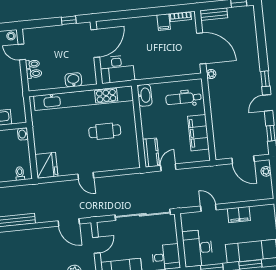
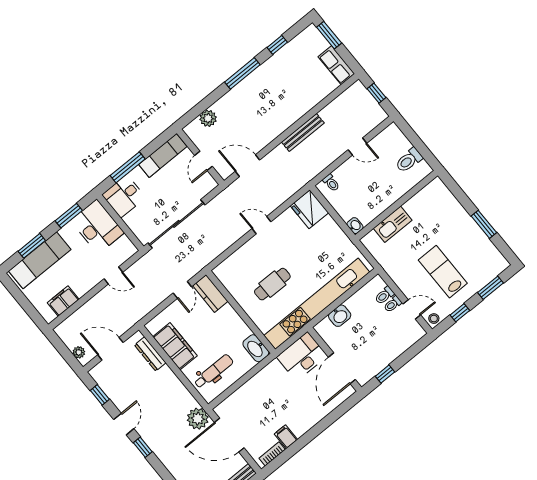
plant: (211, 74) -> (198, 419), width x1.87, depth x1.87
dresser: (218, 138) -> (150, 354), added
filing cabinet: (239, 215) -> (63, 301), moved

